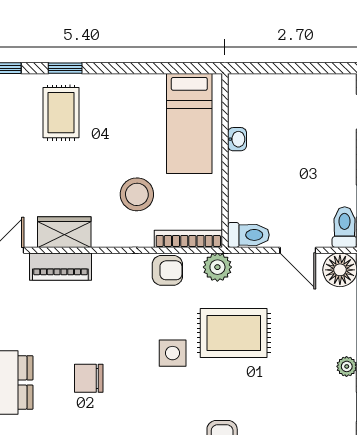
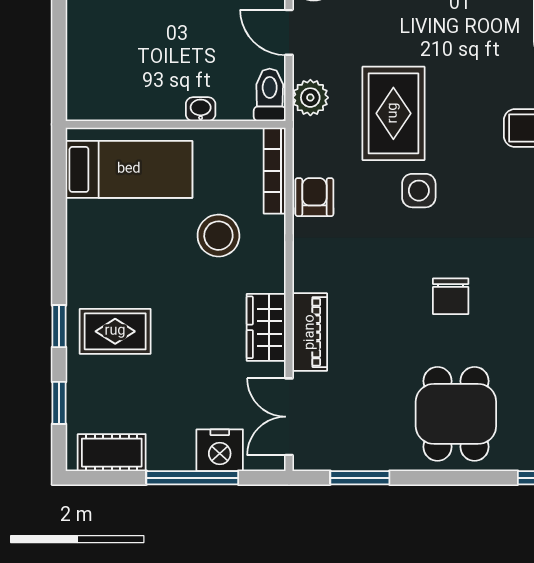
washbasin: (237, 139) -> (201, 109), moved
door: (298, 250) -> (289, 32), swing flipped
plant: (217, 267) -> (310, 98), moved

